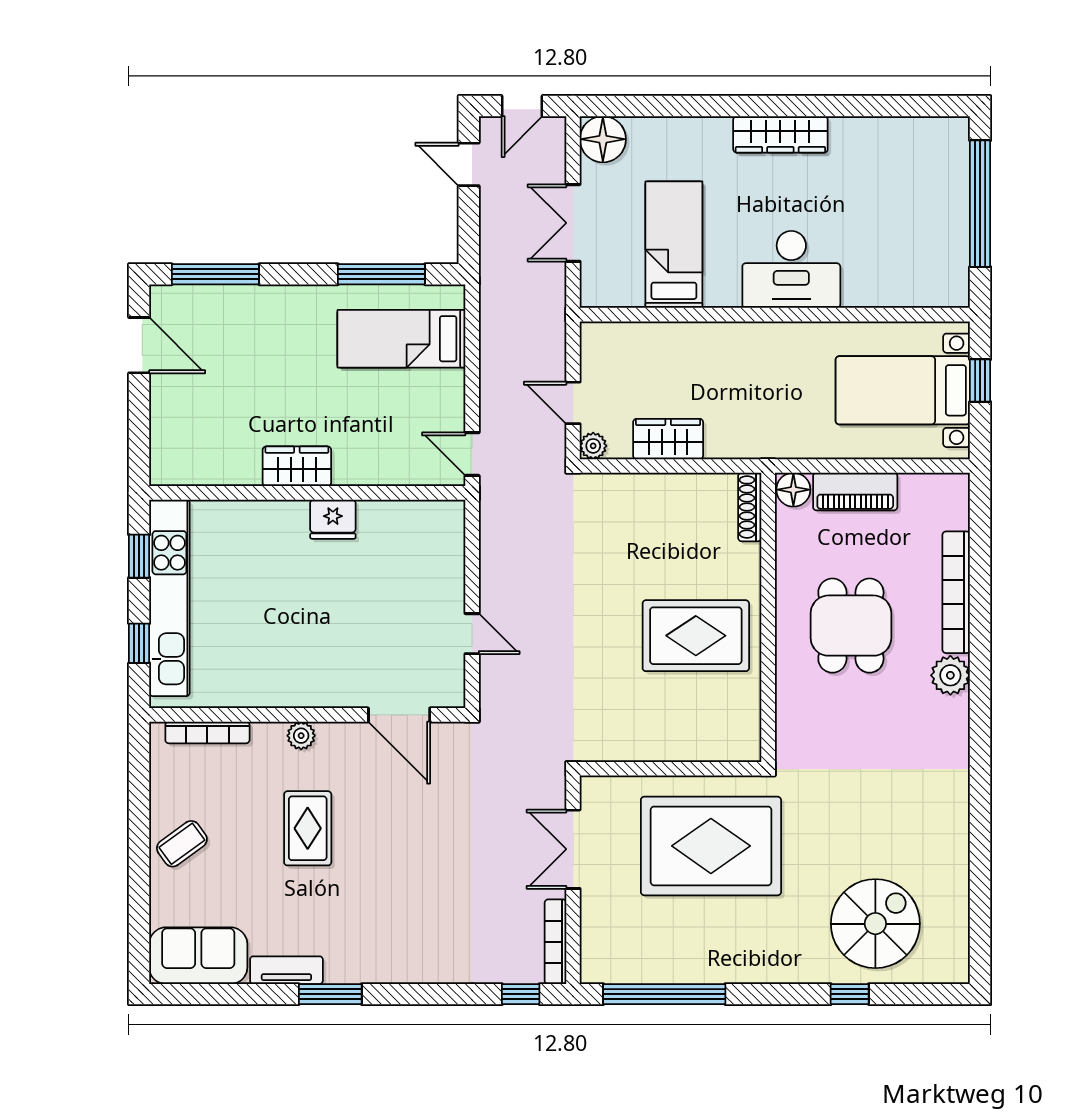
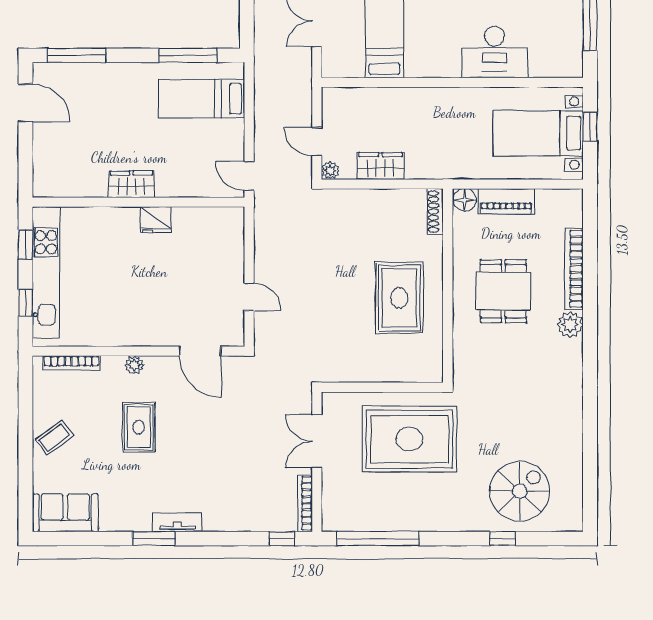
desk: (791, 269) -> (494, 52), moved
rug: (696, 636) -> (399, 298), turned 90
tv unit: (286, 970) -> (177, 522), moved

